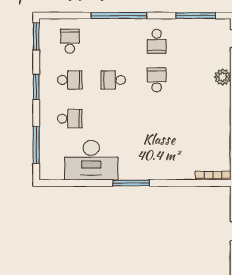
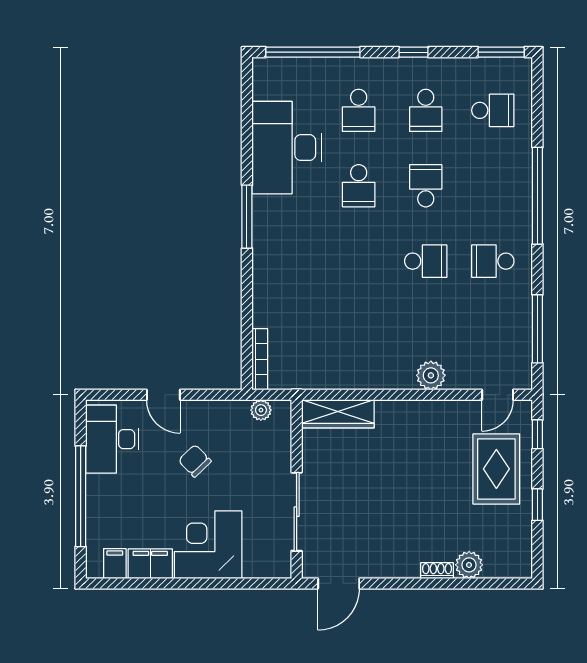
window: (36, 87) -> (414, 52), width x0.67
school desk: (113, 119) -> (359, 186), added
window: (36, 145) -> (313, 52), width x1.46

